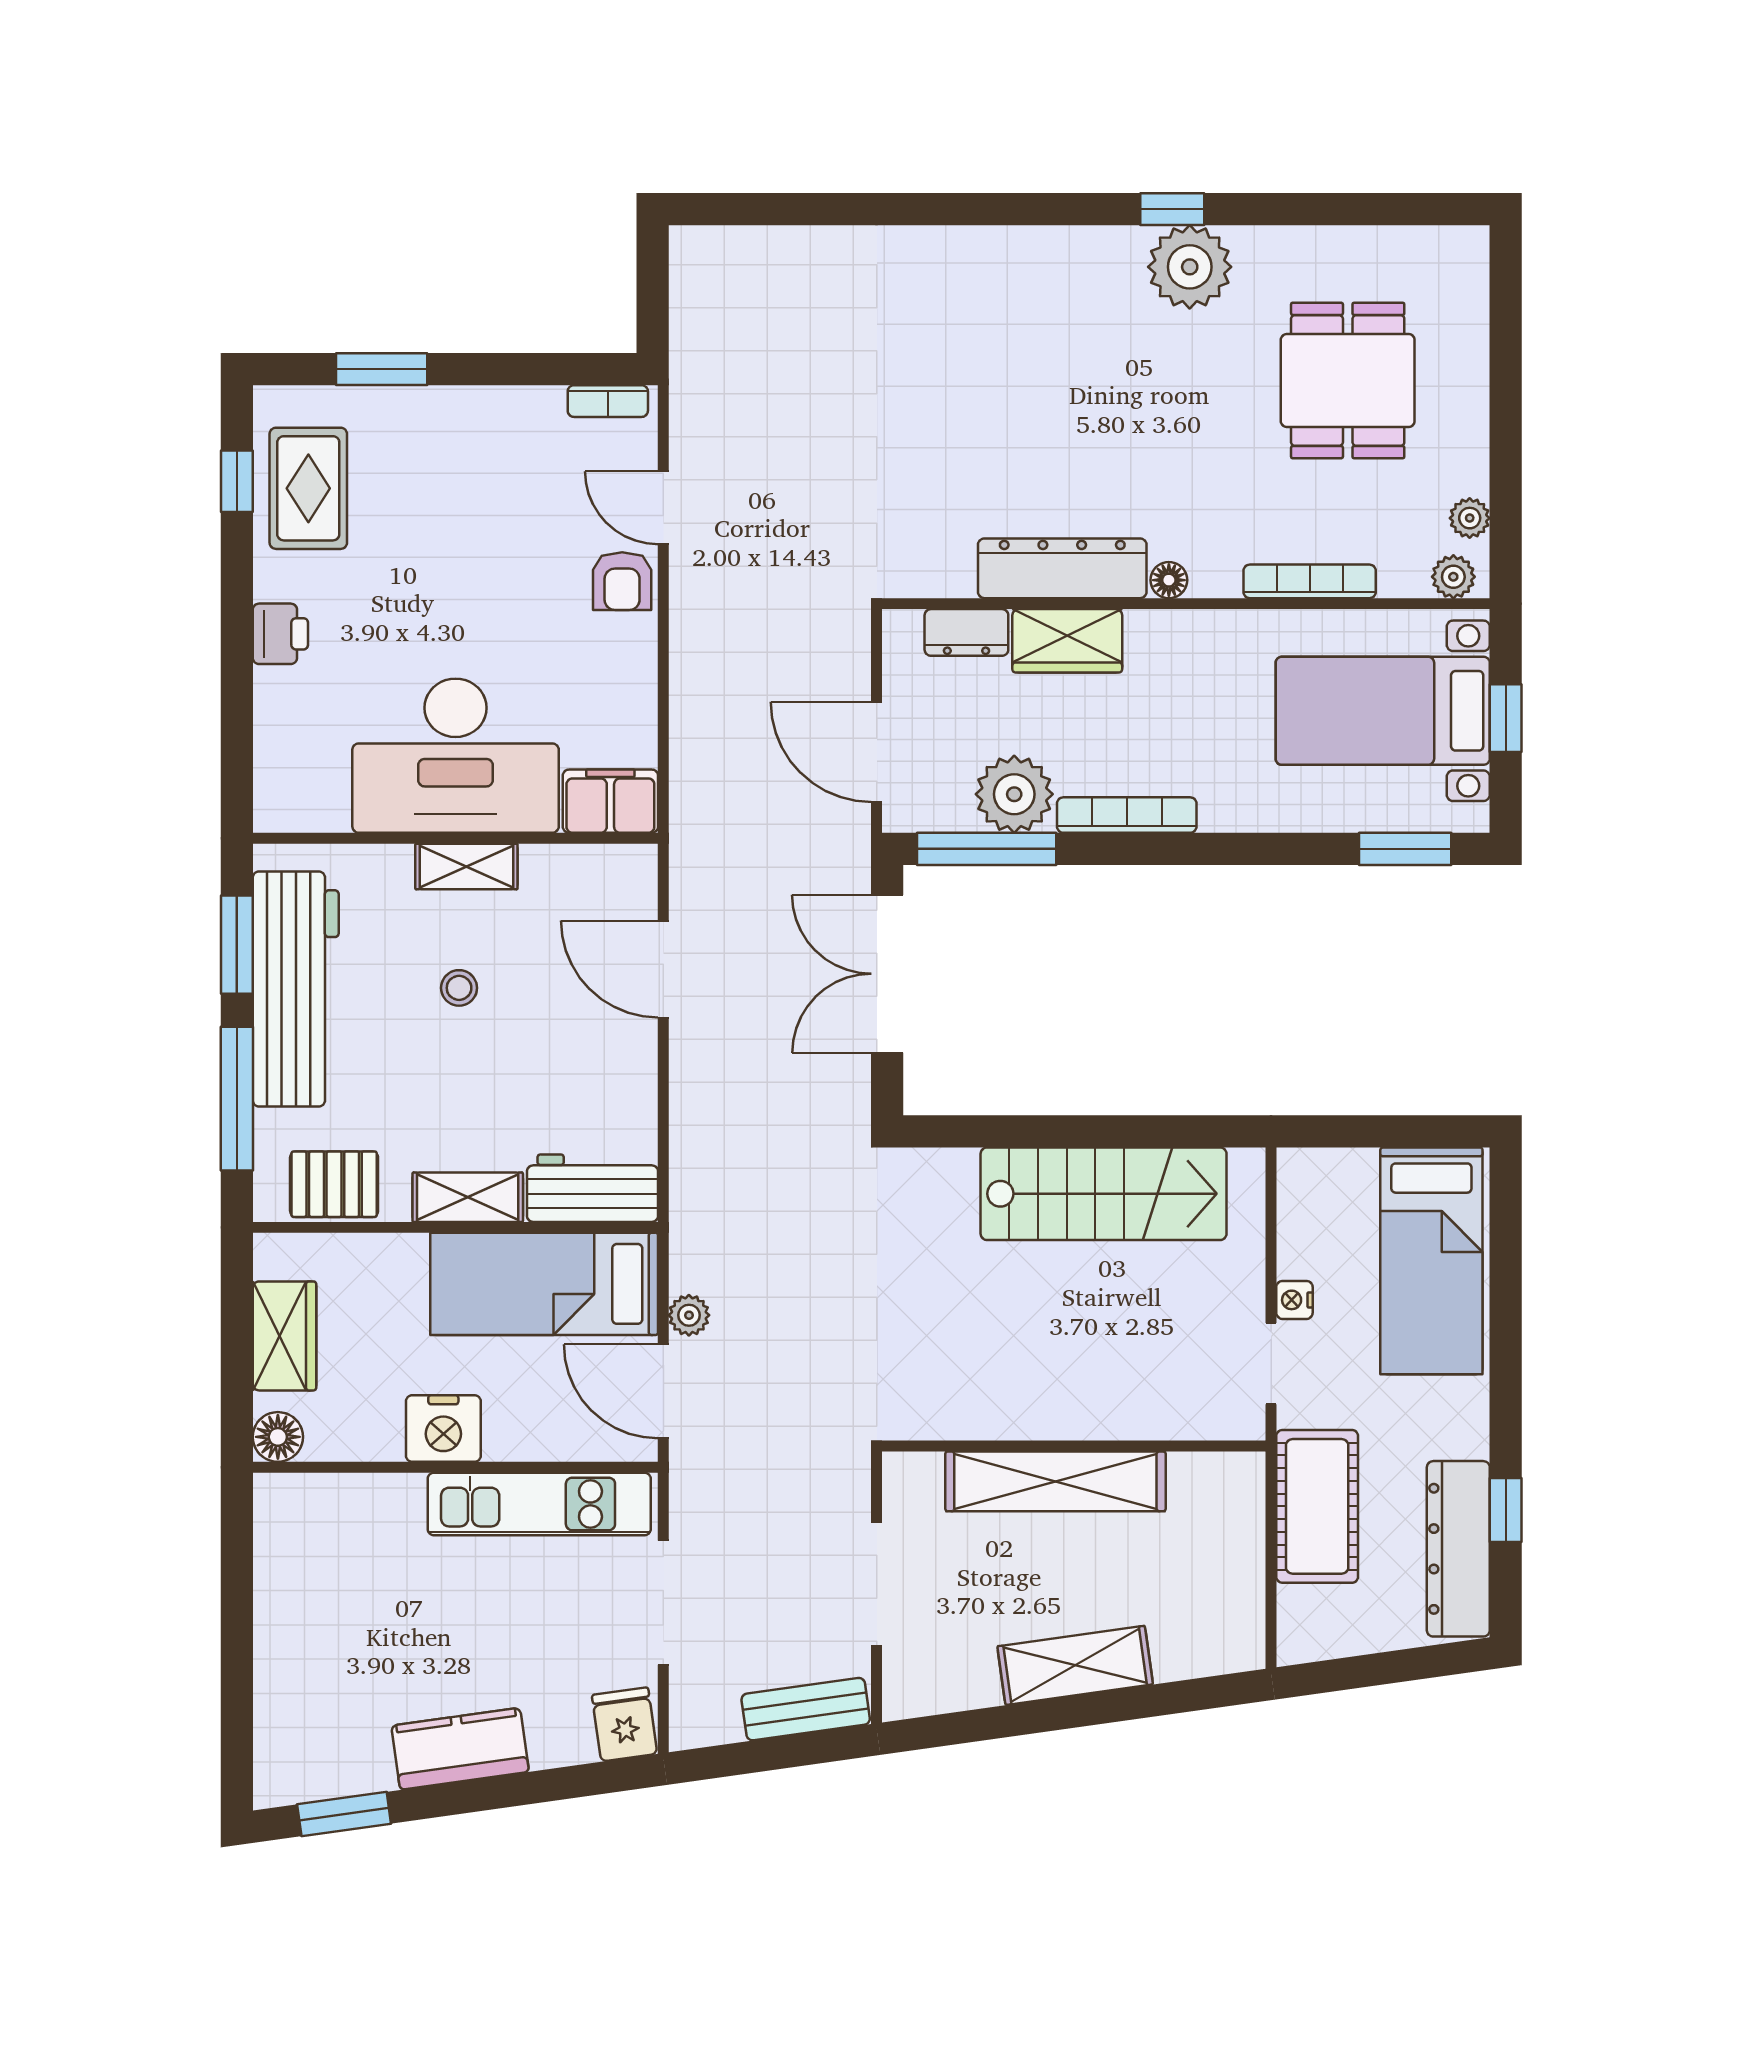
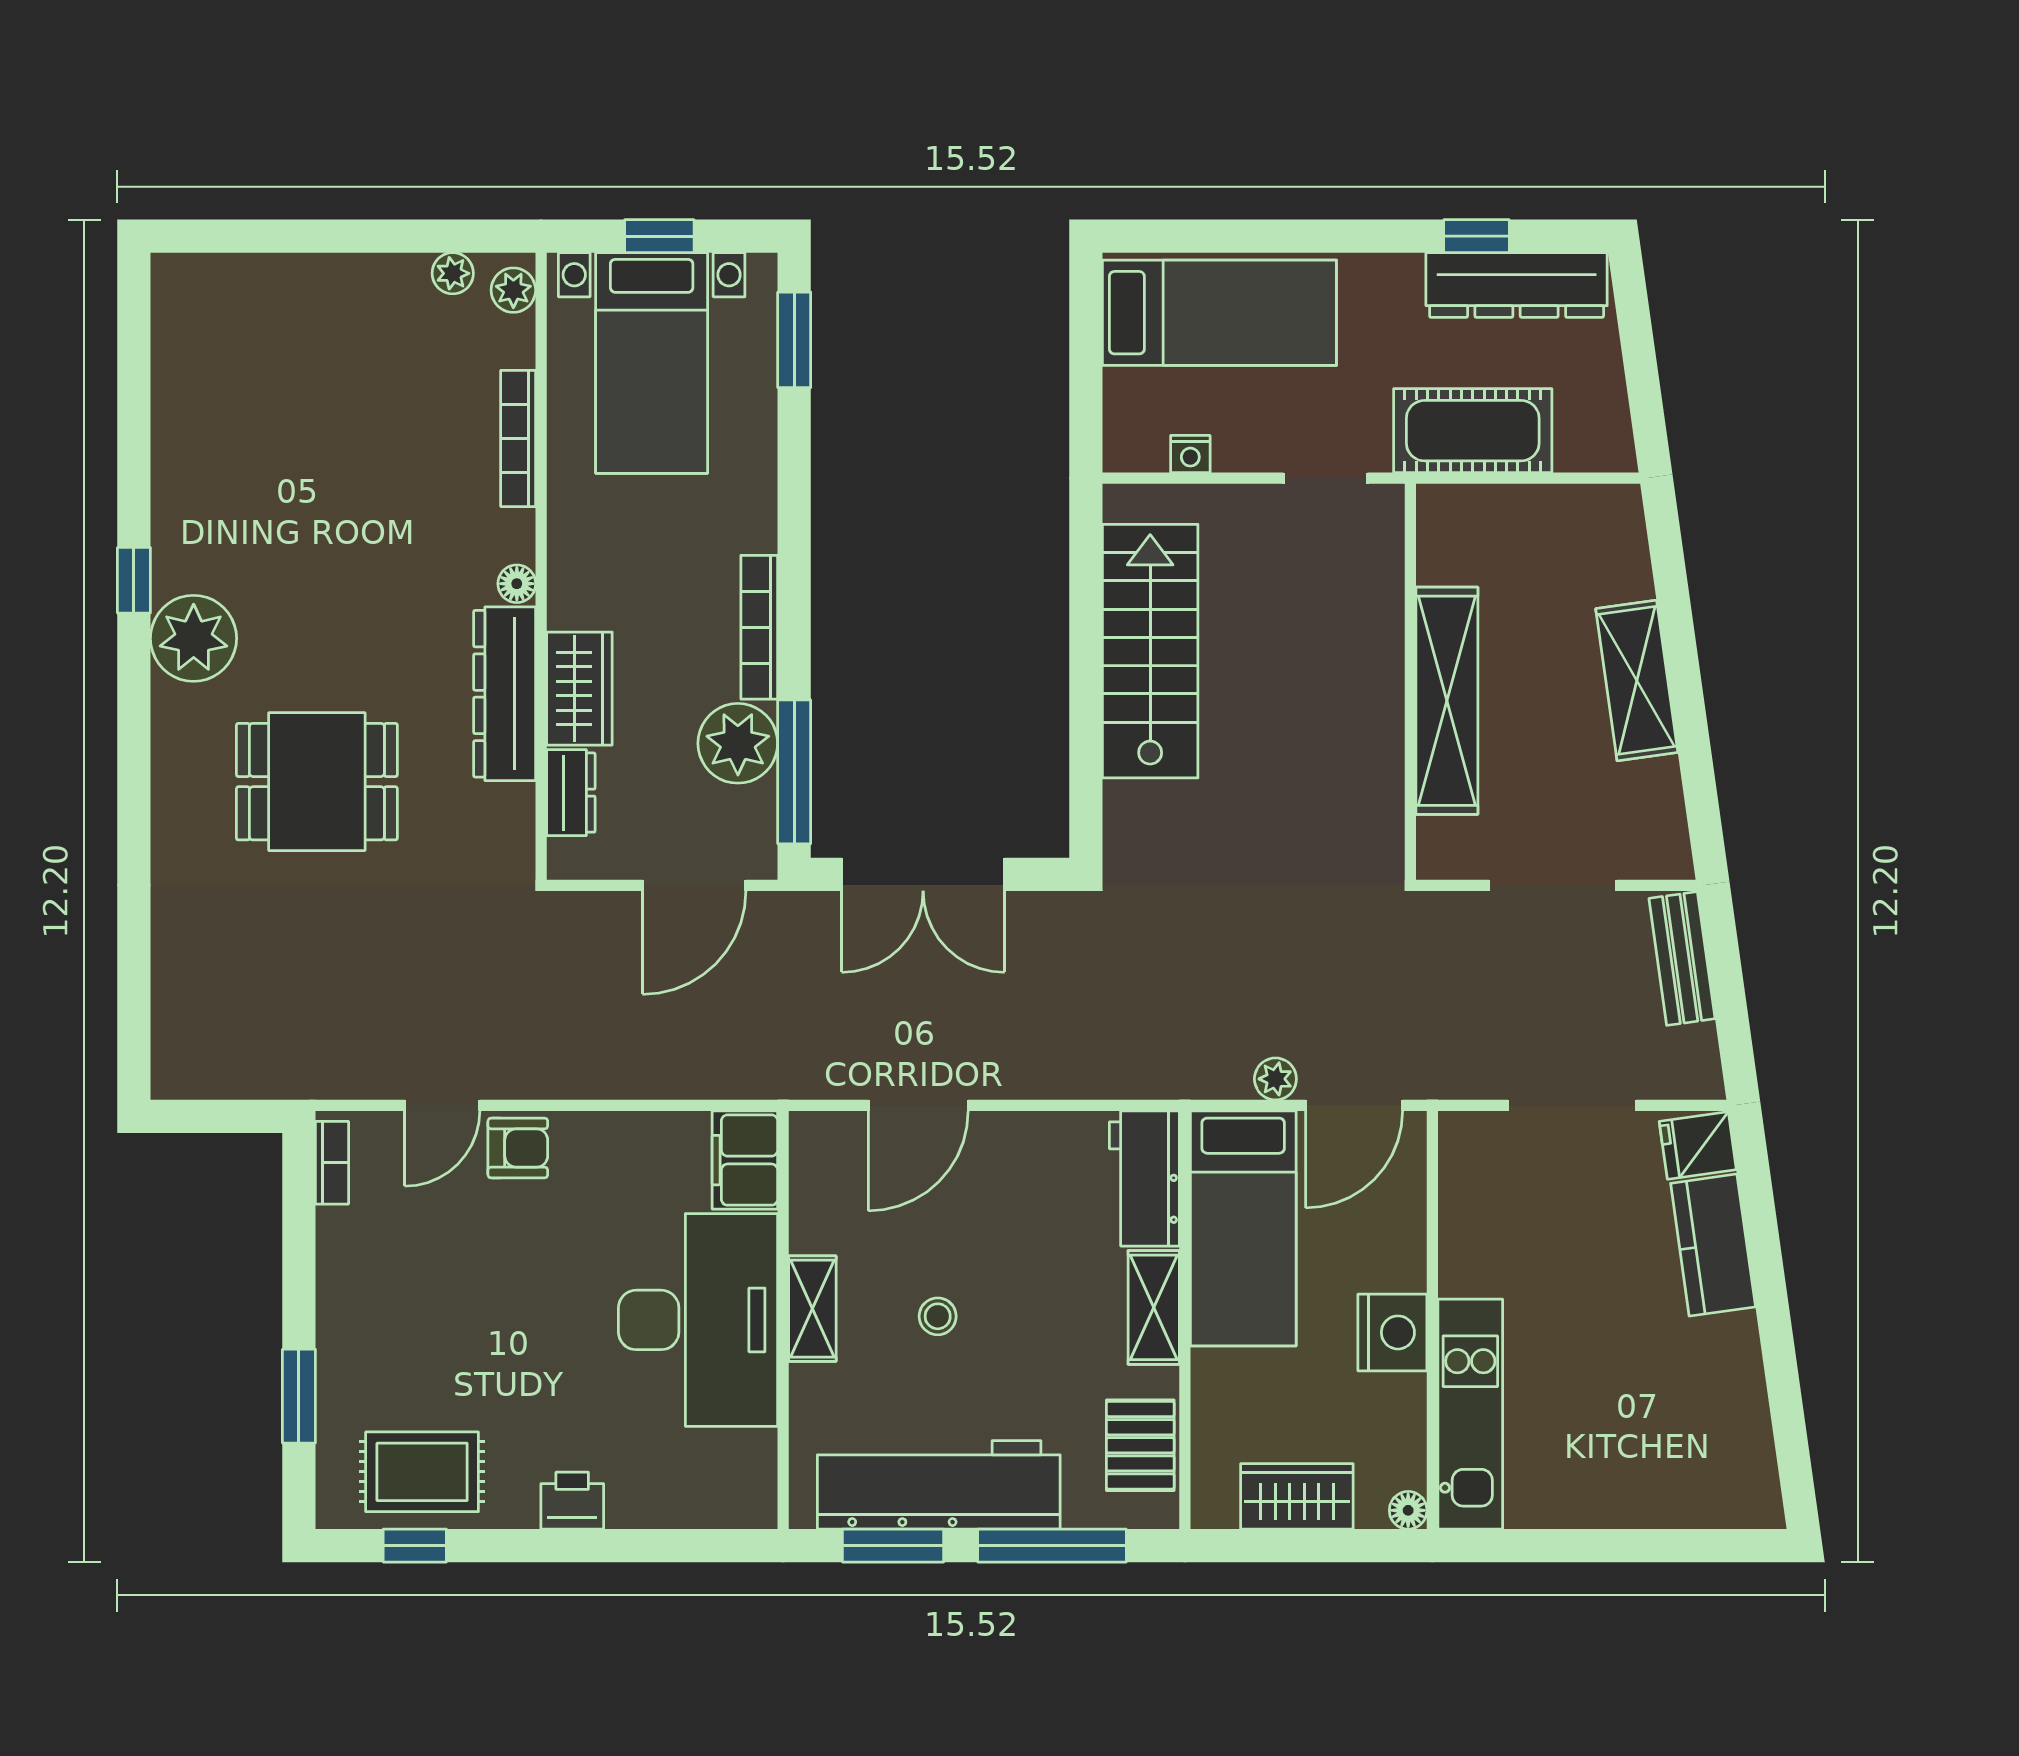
plant: (1190, 267) -> (194, 638), moved
dining table: (1348, 381) -> (317, 782), moved
nightstand: (1294, 1300) -> (1190, 454), moved
floor lamp: (278, 1437) -> (1408, 1510), width x0.73, depth x0.73
kitchen unit: (539, 1504) -> (1470, 1414), moved
kitchen counter: (460, 1749) -> (1713, 1245), moved
window: (344, 1814) -> (1790, 1435), removed

